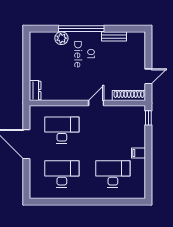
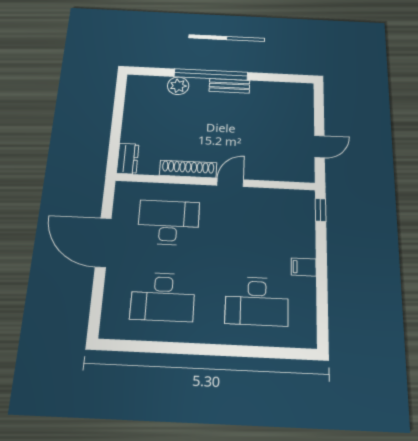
bench: (114, 36) -> (229, 86), moved
shoe rack: (129, 96) -> (188, 169), moved
desk: (62, 174) -> (163, 297), turned 180
desk: (113, 174) -> (257, 301), turned 180

